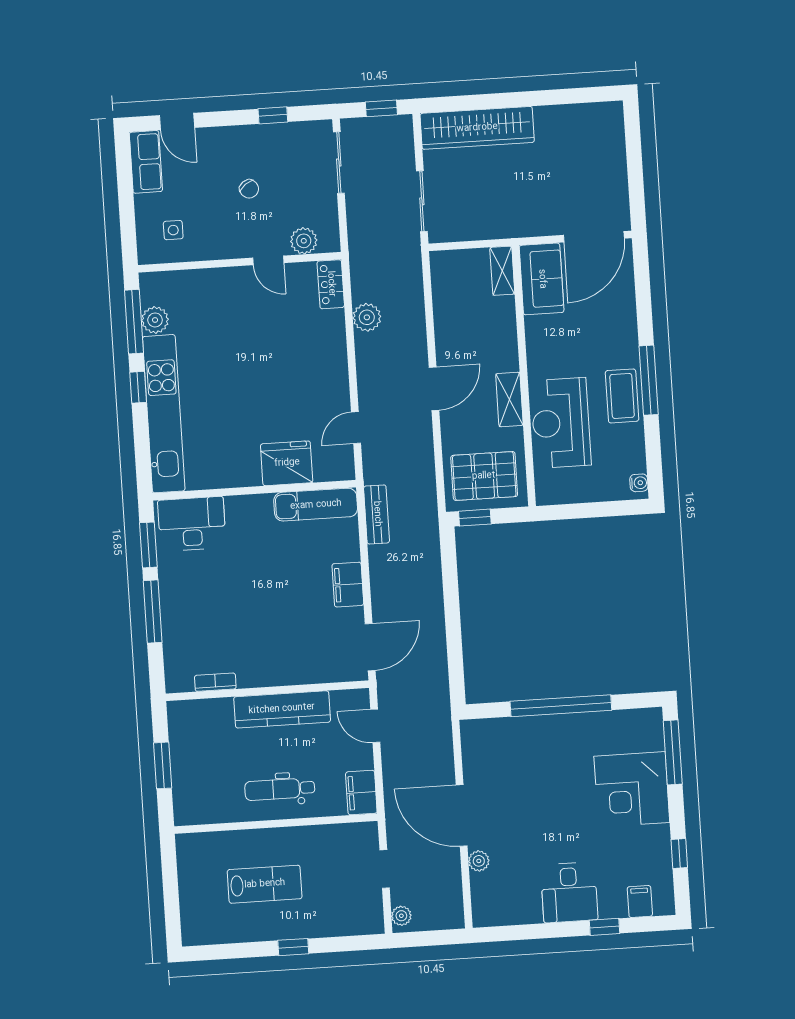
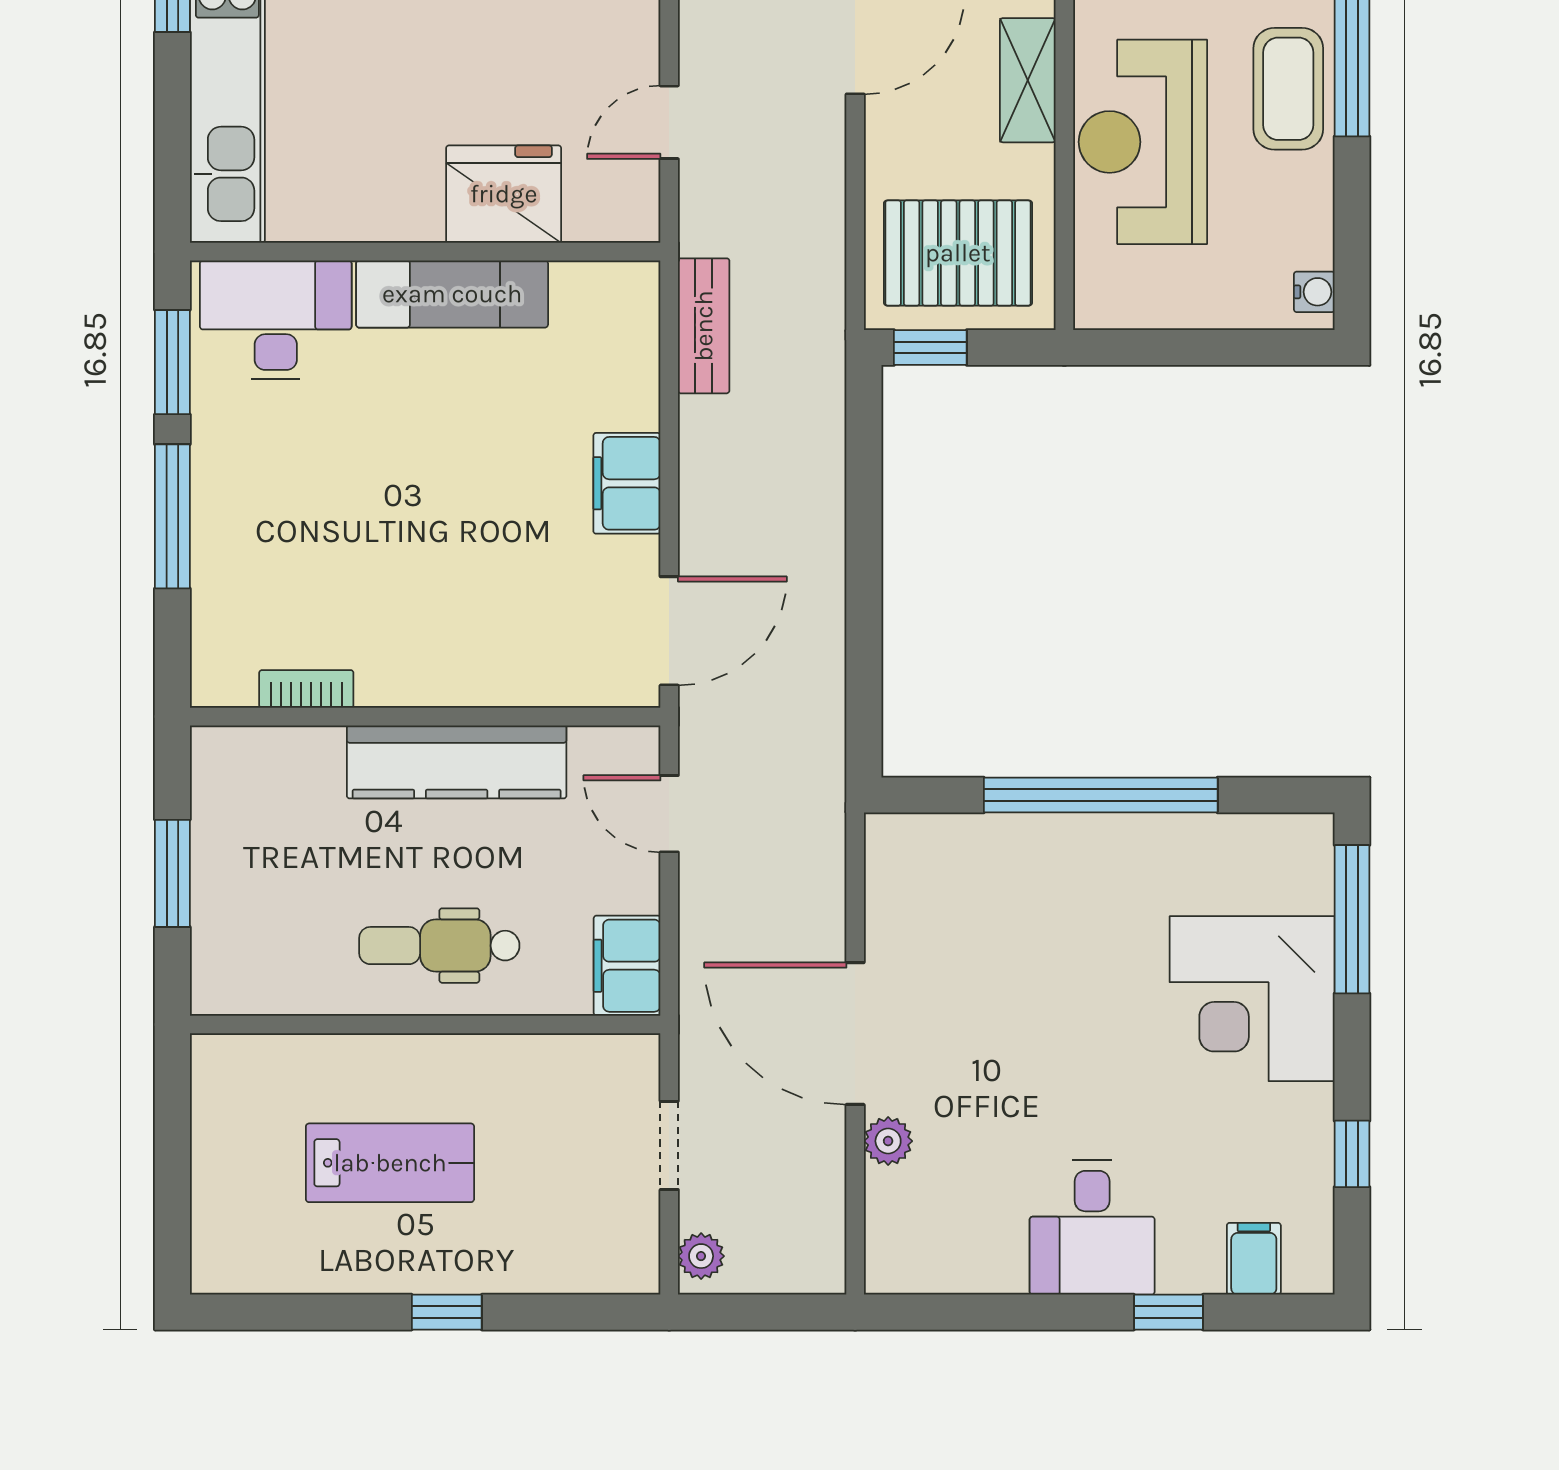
exam couch: (316, 505) -> (452, 294), moved

